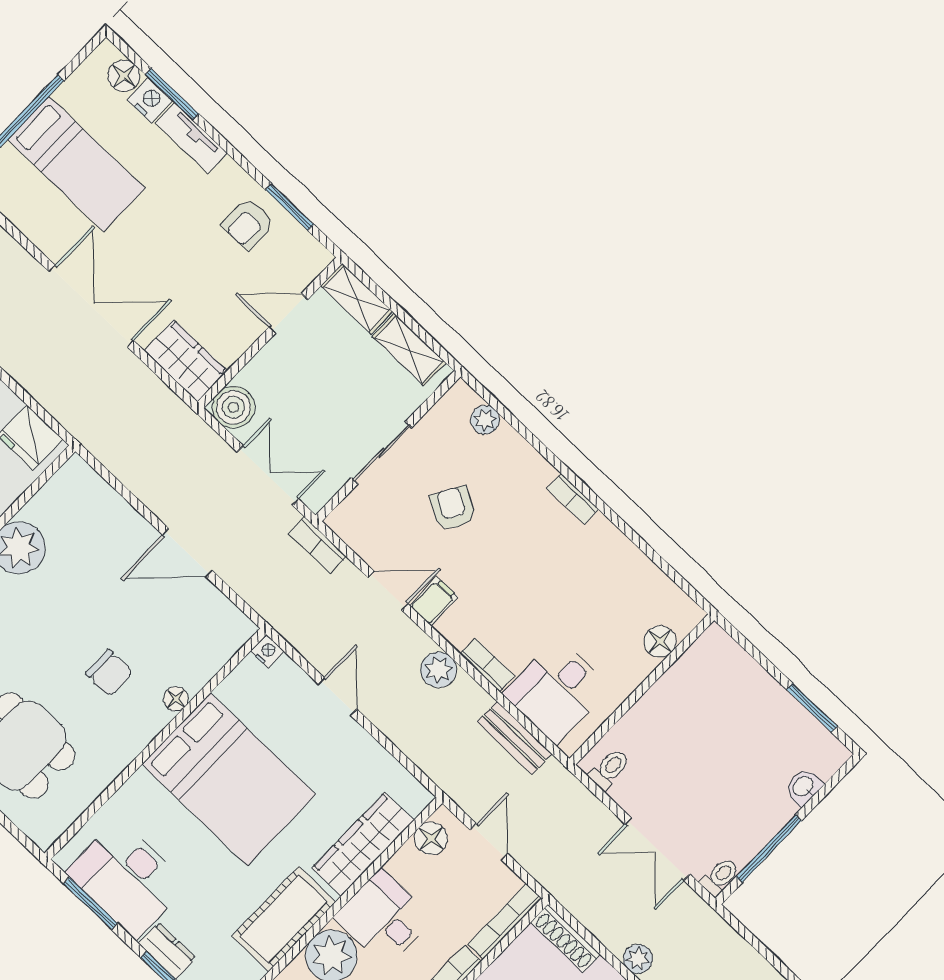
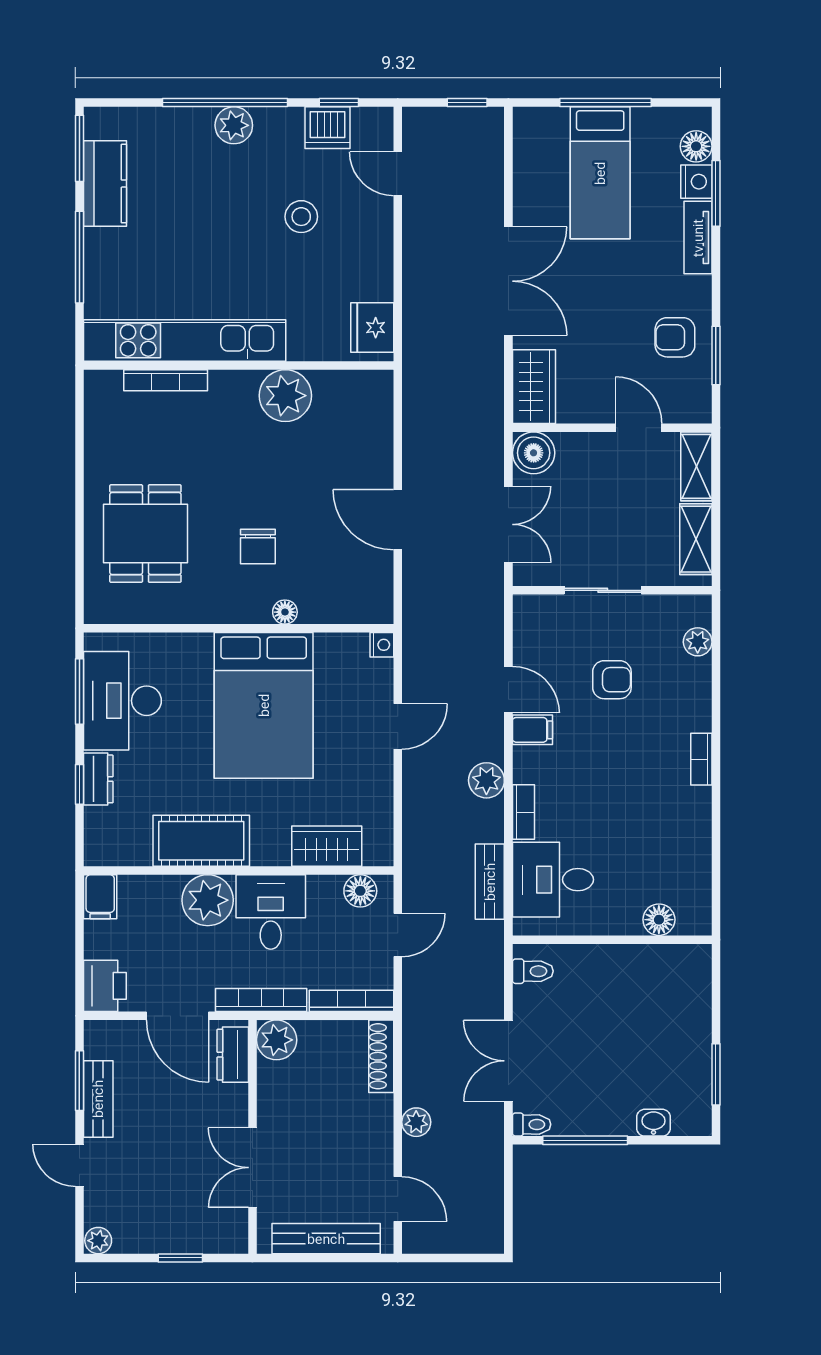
armchair: (453, 508) -> (612, 680), turned 60
bookcase: (317, 545) -> (493, 608), removed
wardrobe: (363, 844) -> (327, 846), width x0.67

